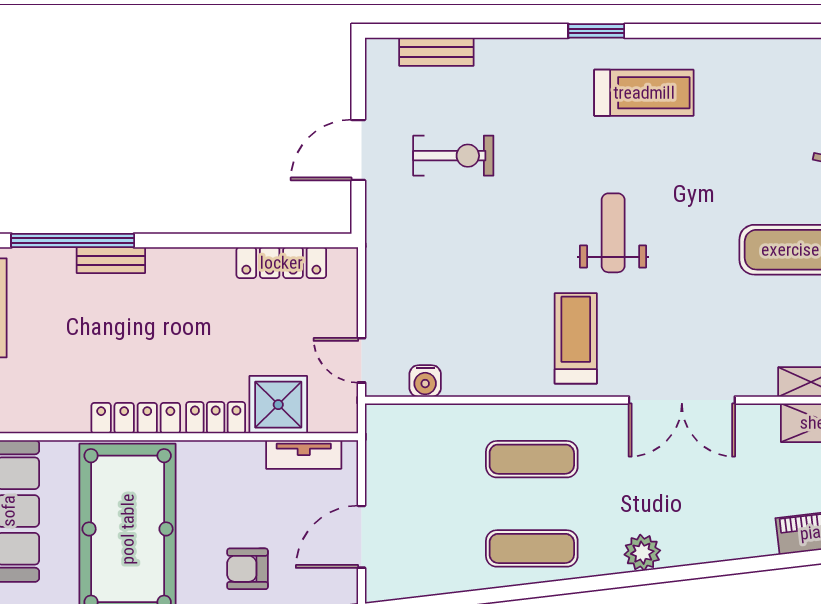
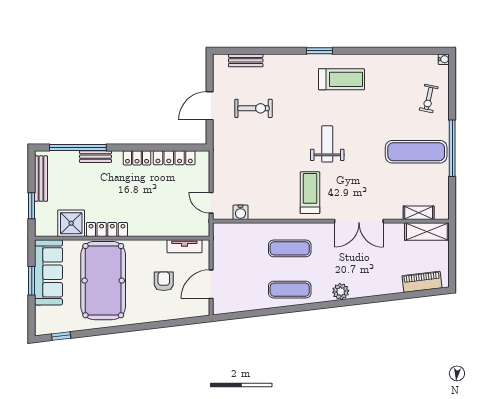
shower: (278, 405) -> (71, 223), moved
locker: (216, 418) -> (137, 158), moved, turned 180
armchair: (247, 569) -> (164, 281), moved, turned 90

